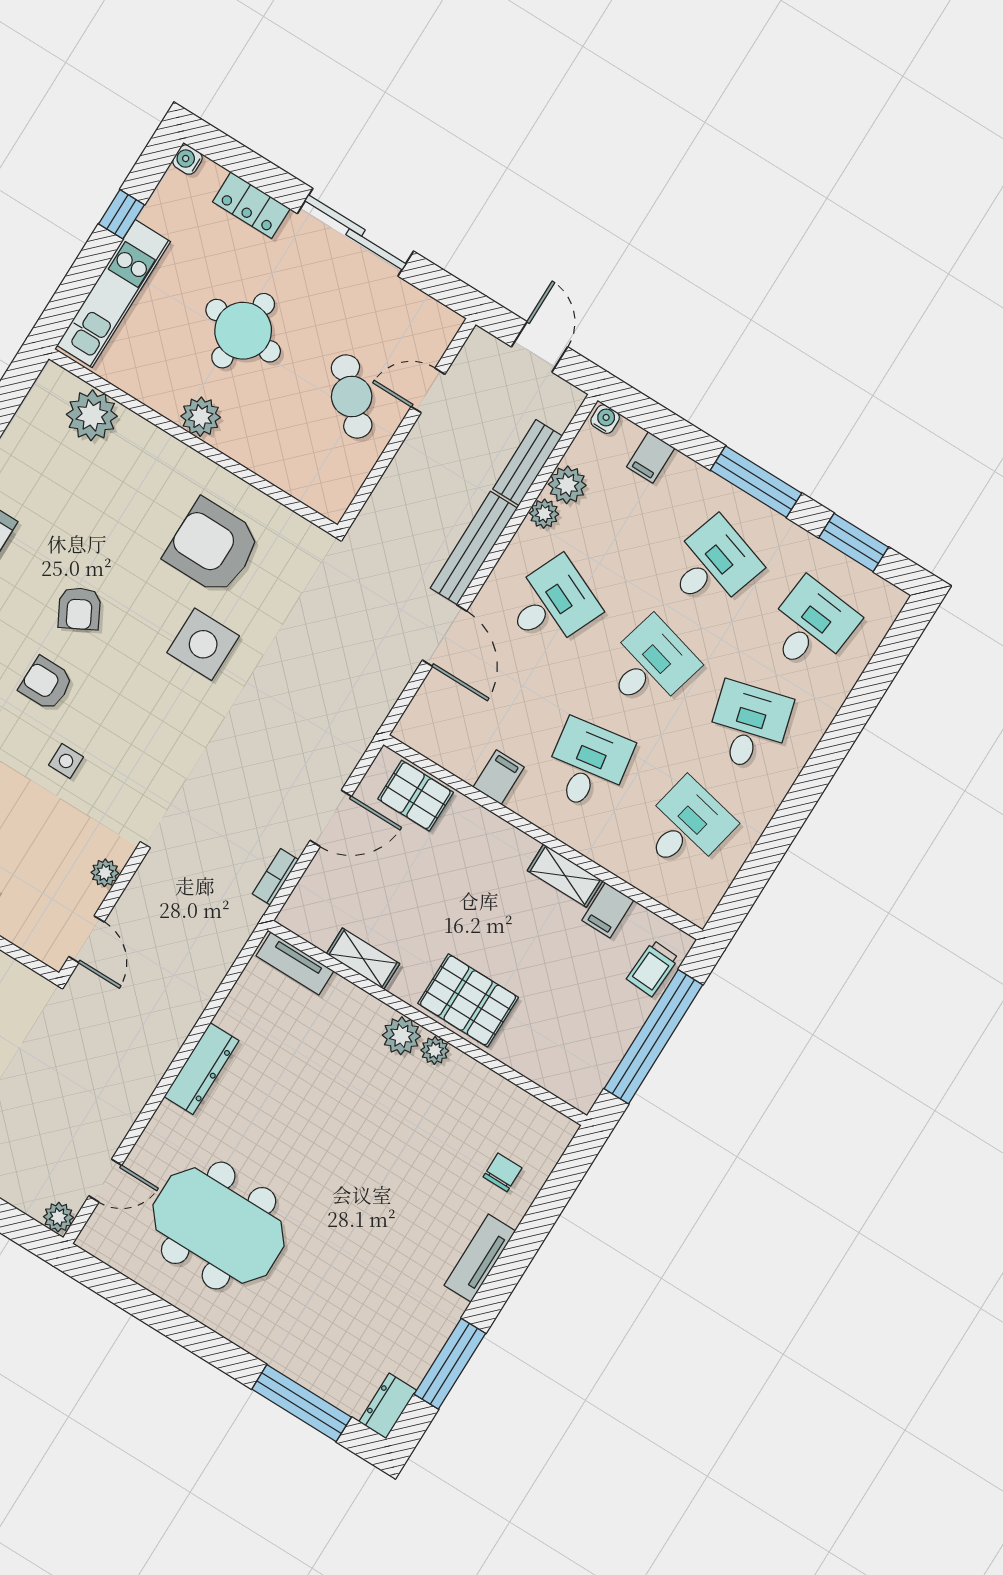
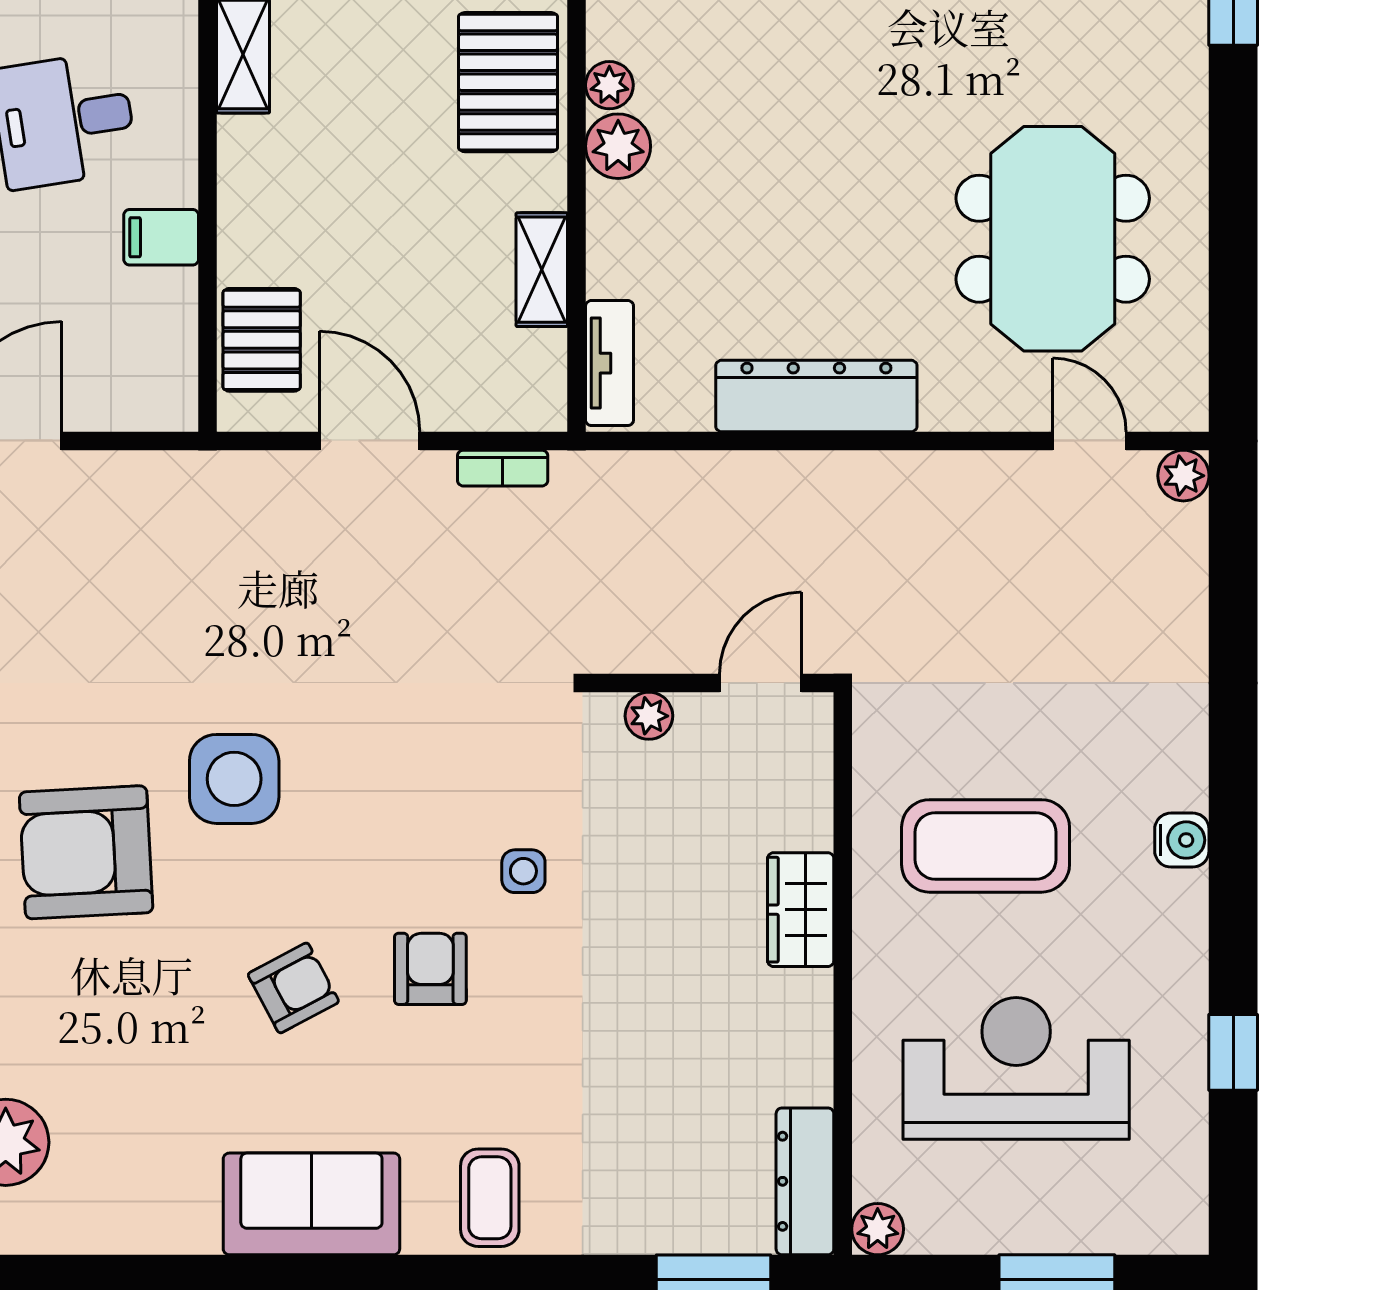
armchair: (213, 547) -> (86, 852), turned 87
armchair: (46, 684) -> (430, 969), turned 180
dresser: (201, 1069) -> (816, 396), width x1.37, depth x1.24

